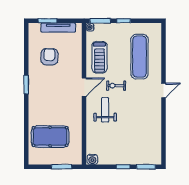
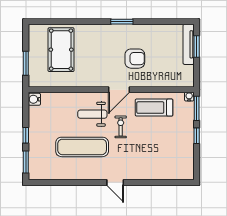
tv unit: (58, 28) -> (189, 44), moved
armchair: (49, 57) -> (135, 59), moved
exercise mat: (140, 57) -> (82, 147), moved
door: (84, 87) -> (119, 90), hinge flipped
weight bench: (105, 110) -> (92, 114), turned 180

